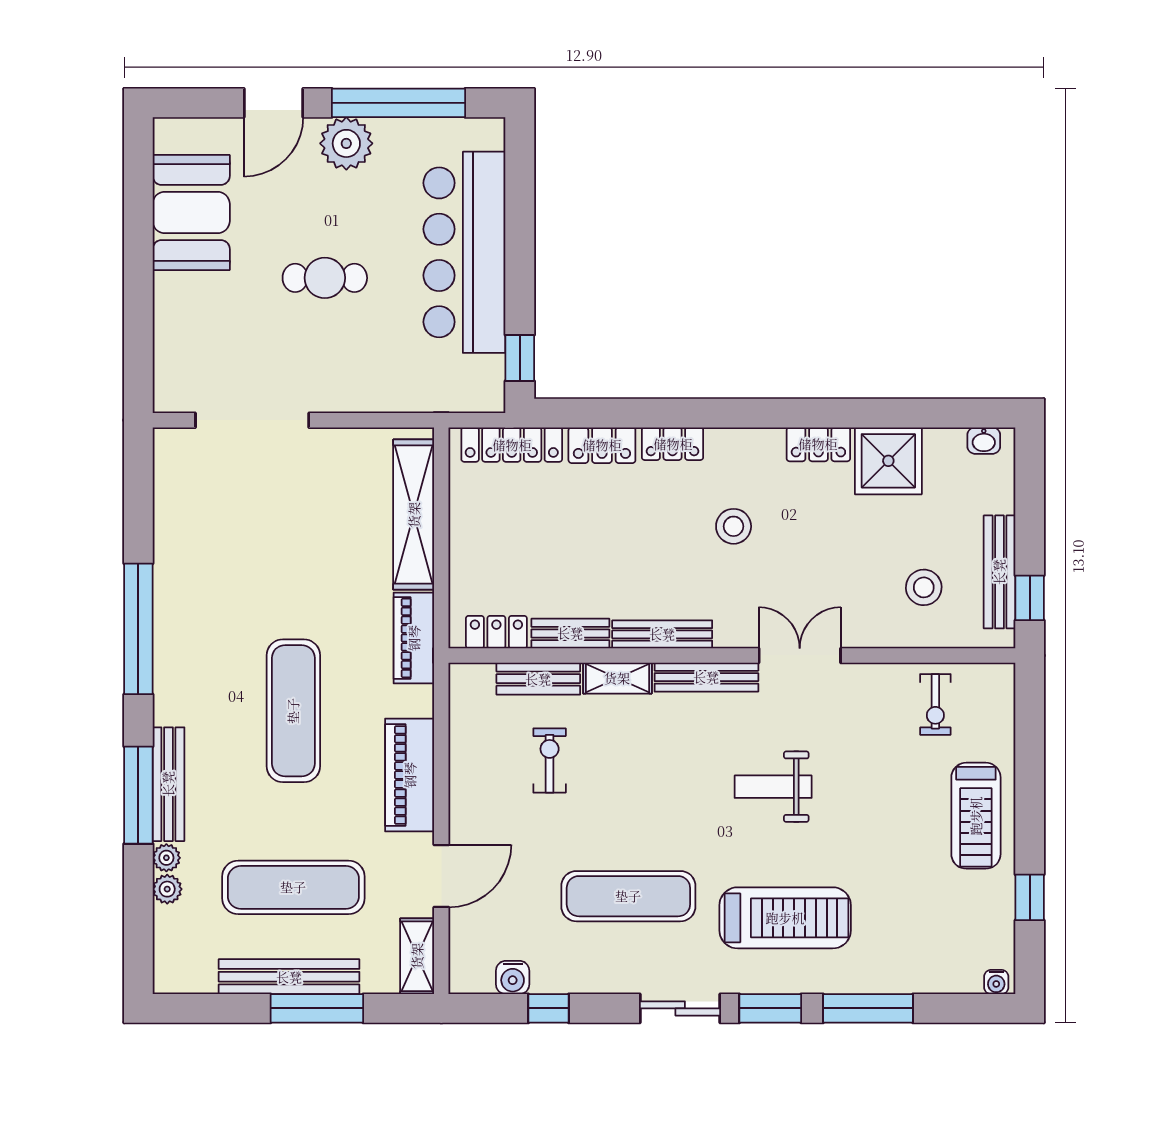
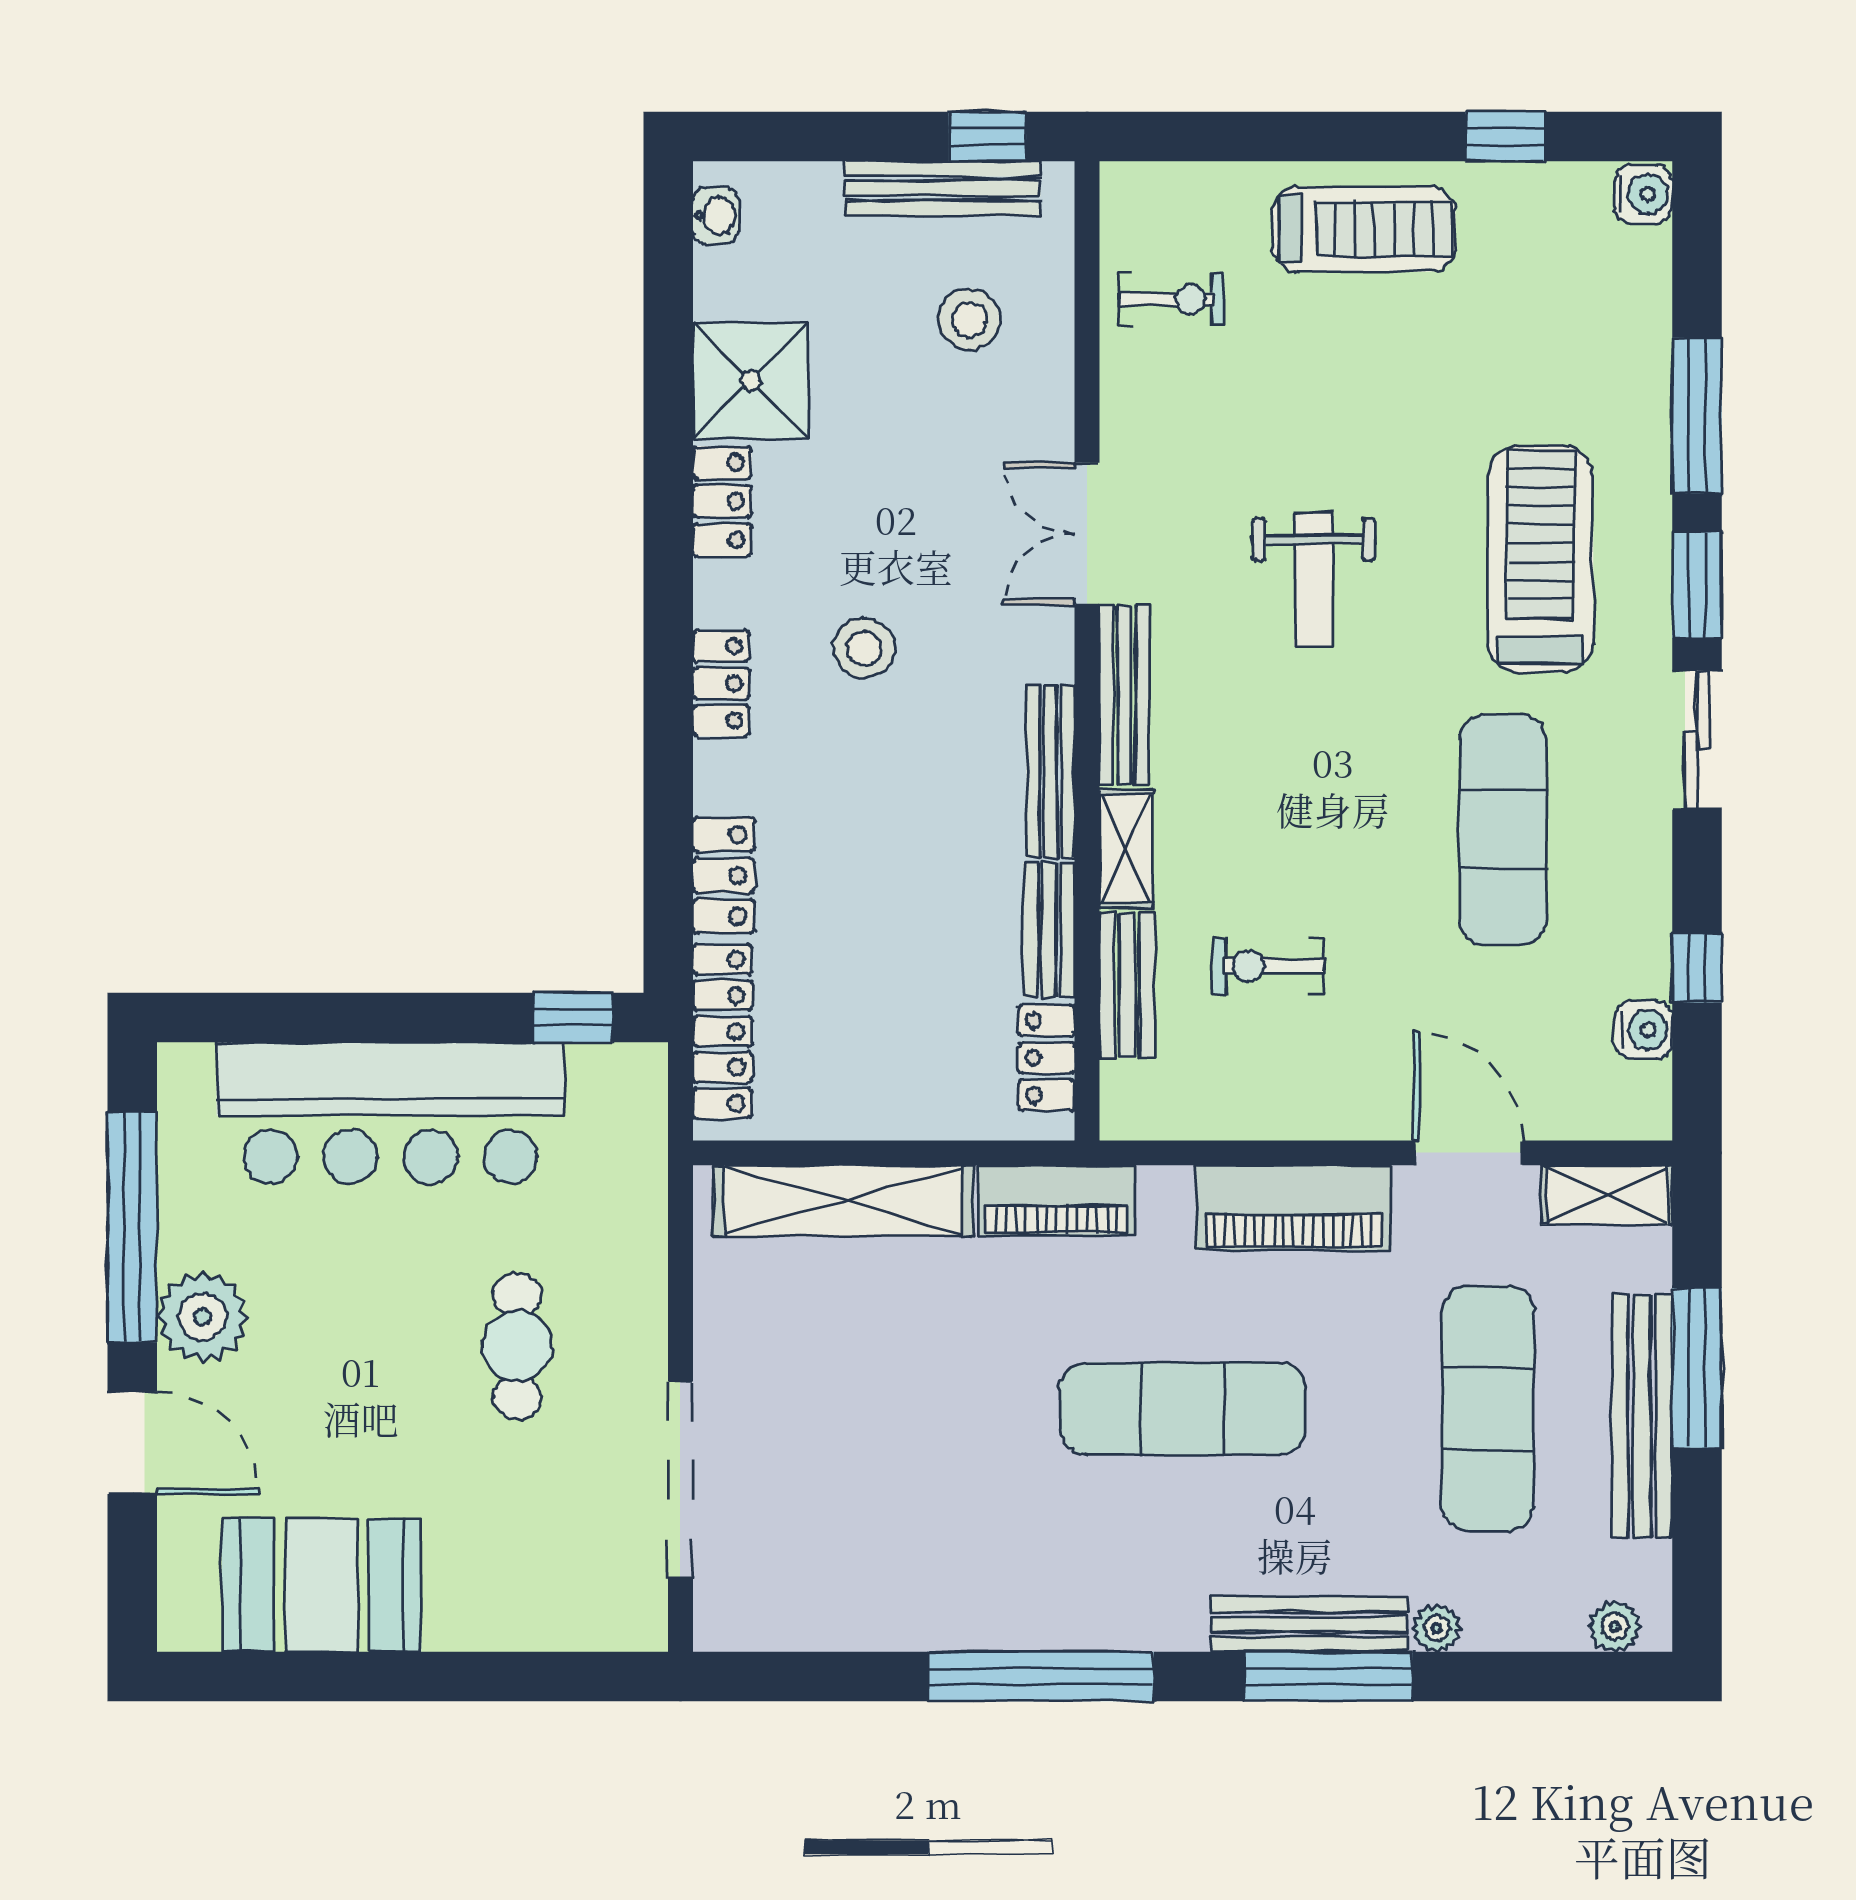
cafe table: (325, 278) -> (517, 1346), moved
locker: (673, 444) -> (721, 683), moved
plant: (167, 889) -> (1615, 1627), moved
water cooler: (996, 982) -> (1643, 194), width x1.38, depth x1.38

